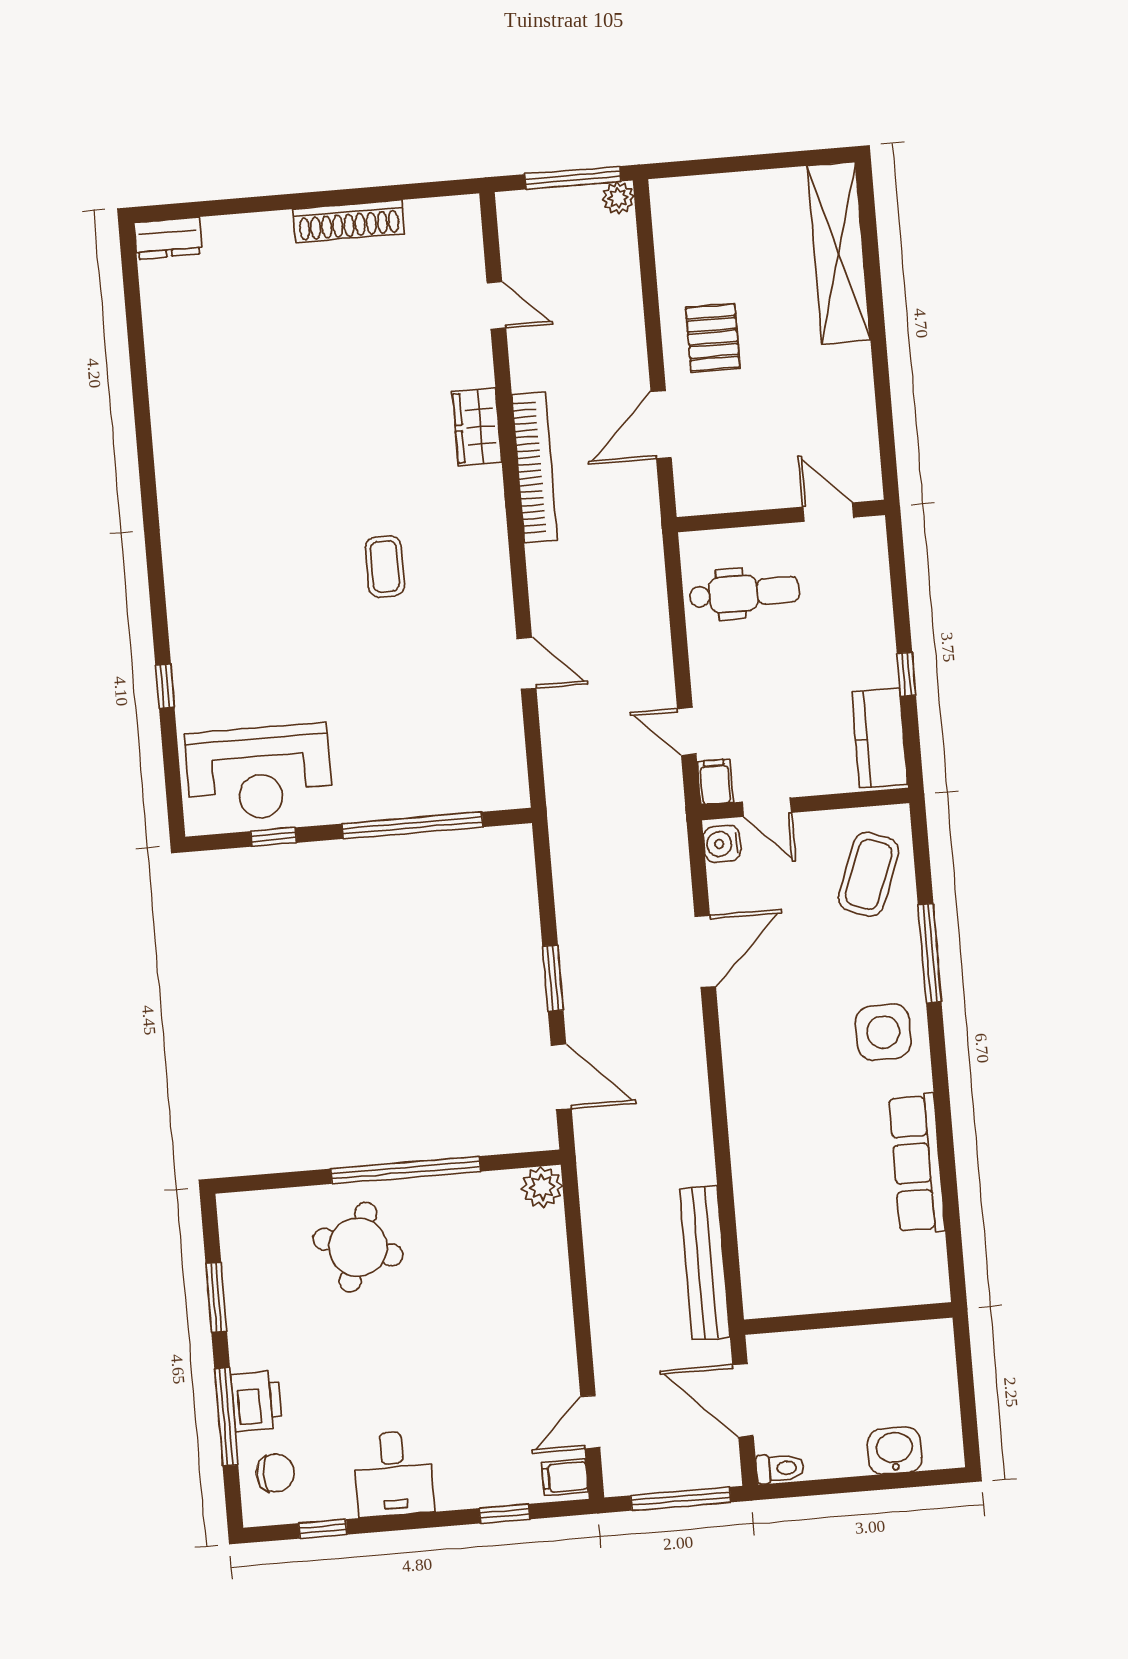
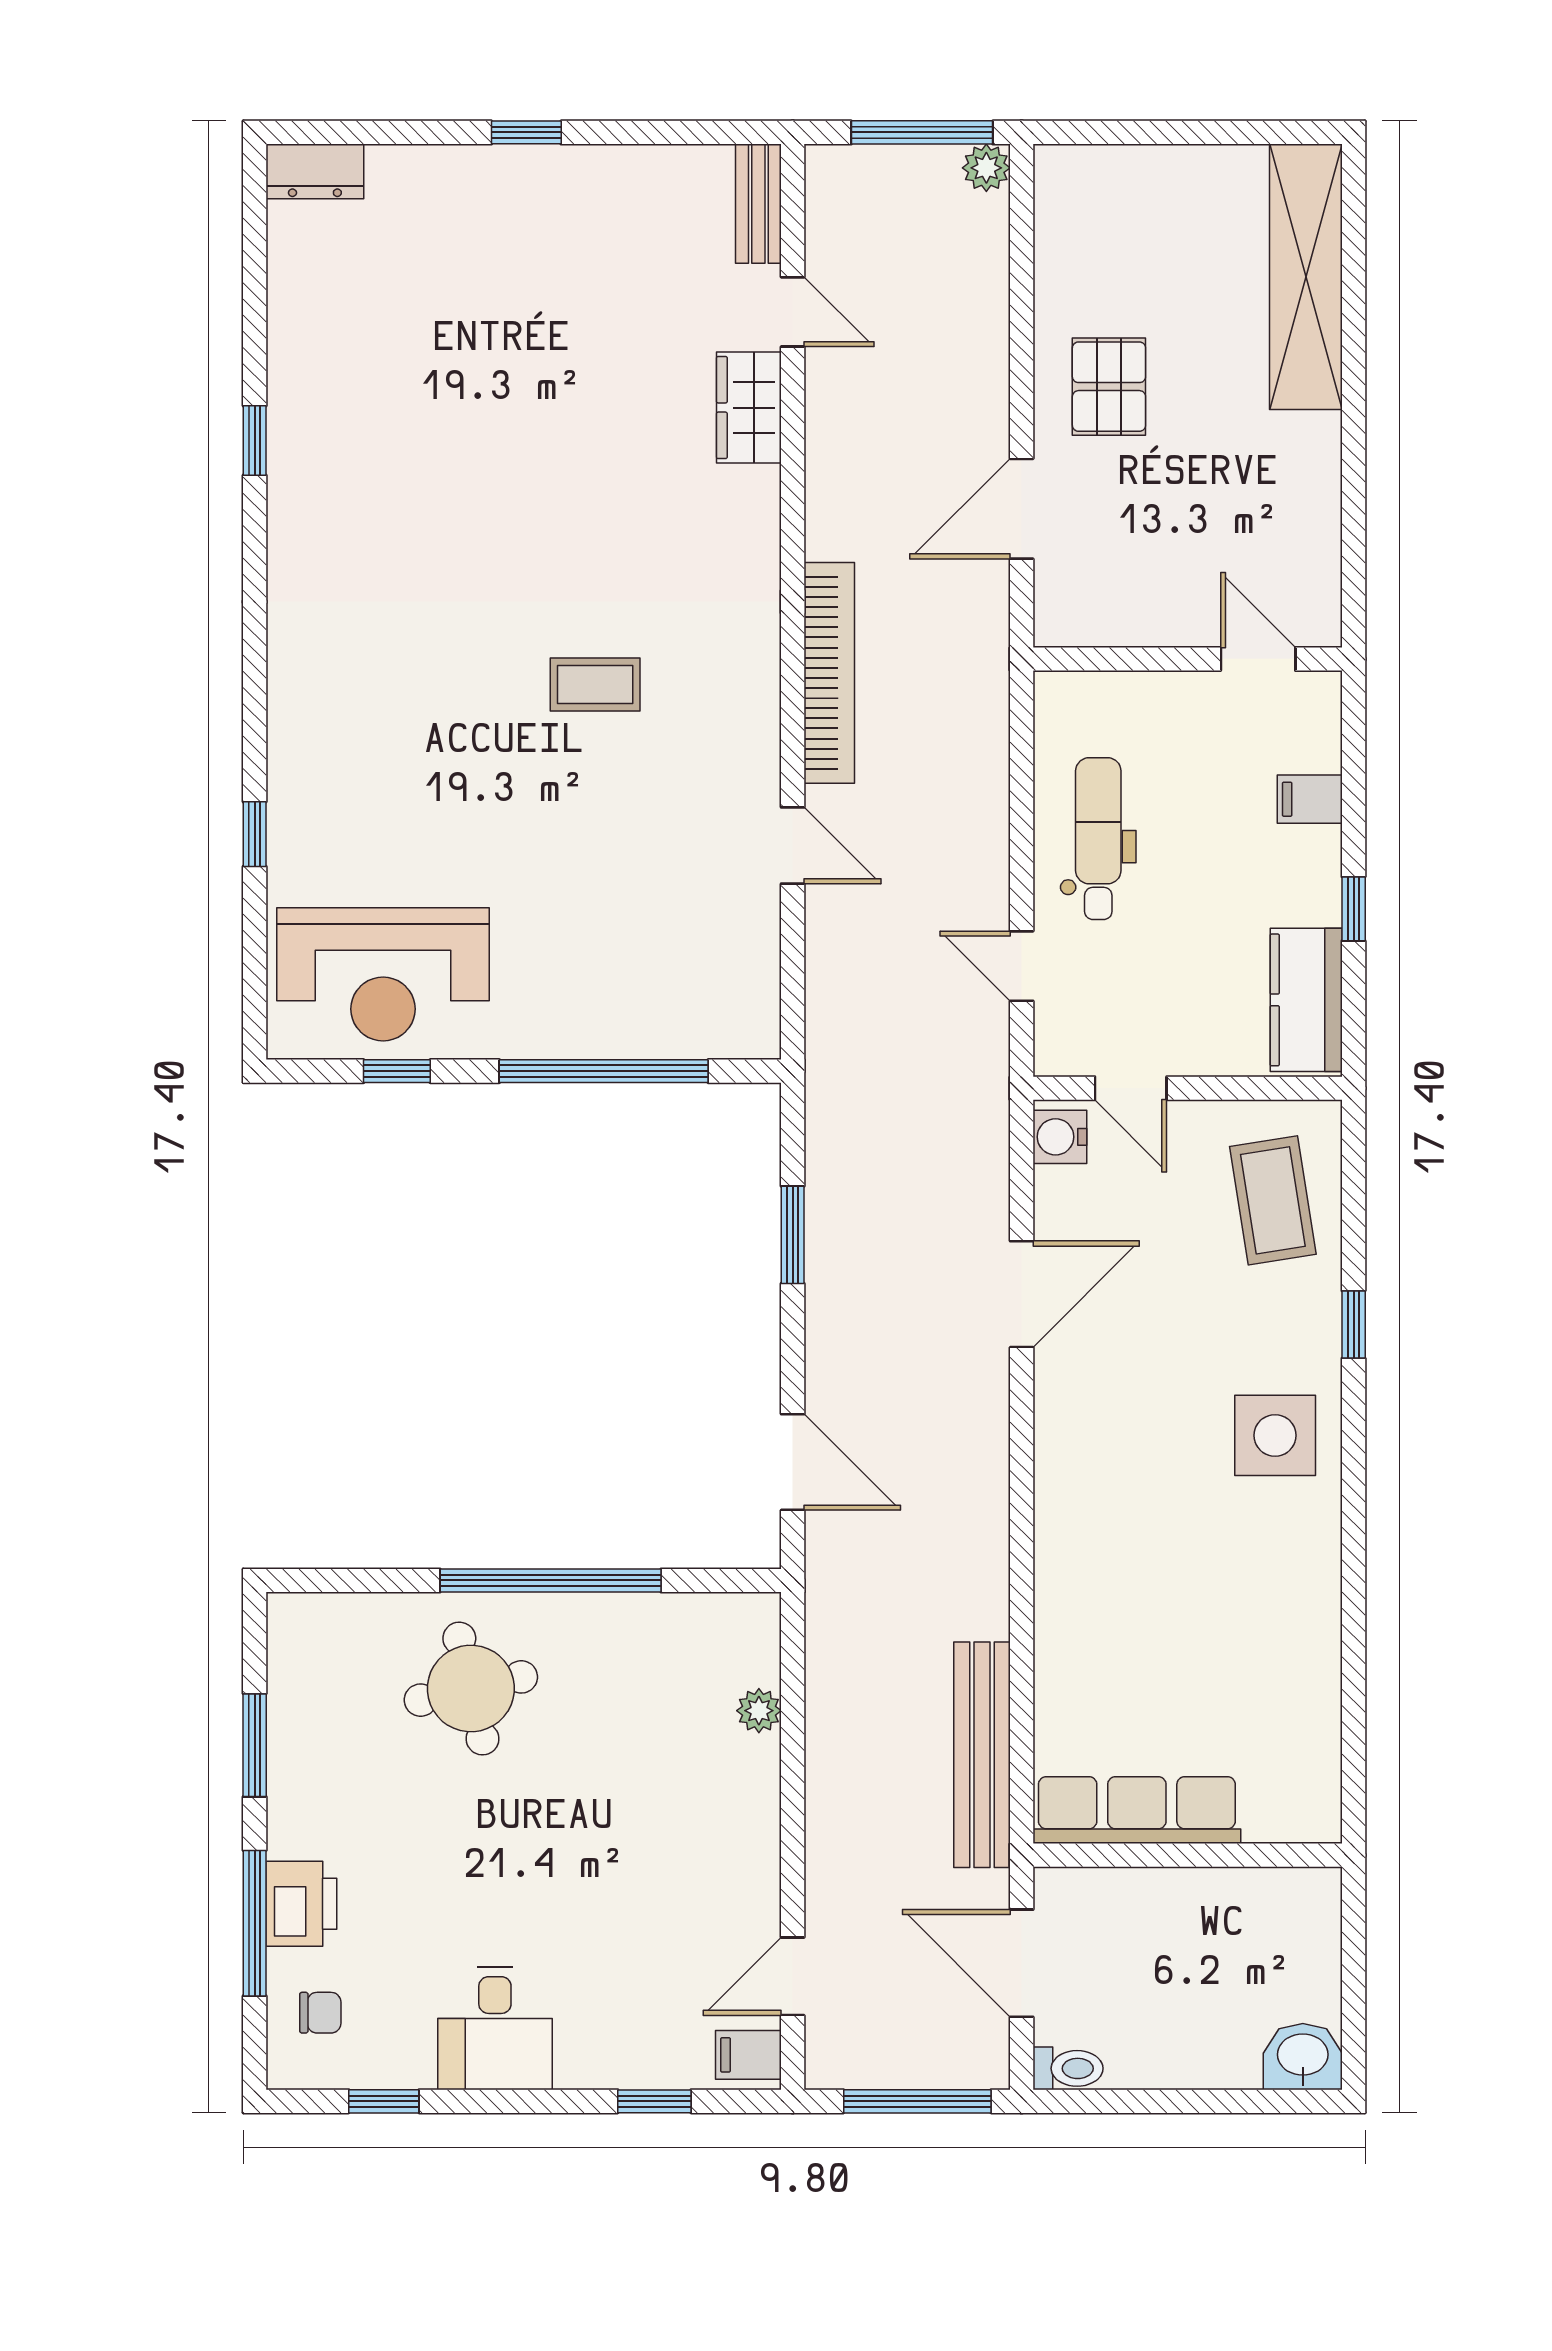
window: (308, 200) -> (526, 132), added
shoe rack: (349, 221) -> (585, 169), removed
bench: (467, 235) -> (758, 204), added
window: (143, 422) -> (255, 440), added
wardrobe: (477, 427) -> (749, 408), moved
bookcase: (535, 467) -> (829, 673), moved
coffee table: (385, 566) -> (595, 684), turned 90
dental chair: (744, 593) -> (1098, 839), moved, turned -90
filing cabinet: (715, 782) -> (1310, 799), moved, turned -90
coffee table: (869, 874) -> (1273, 1200), turned -30
window: (930, 953) -> (1354, 1324), width x0.46
window: (553, 978) -> (793, 1235), moved
row of seats: (917, 1163) -> (1137, 1810), moved, turned 90
plant: (542, 1187) -> (759, 1711), moved, width x0.73, depth x0.73
round table: (358, 1247) -> (471, 1689), turned -31
washbasin: (895, 1451) -> (1303, 2057), moved
chair: (275, 1473) -> (320, 2013), width x0.73, depth x0.73

